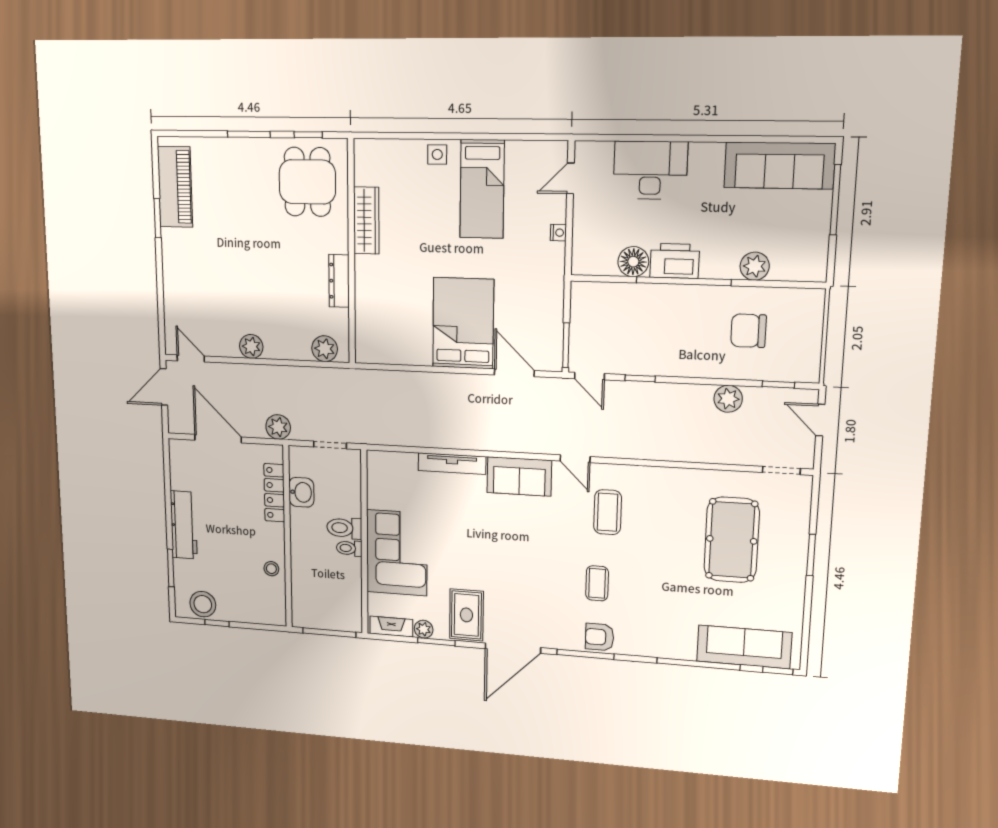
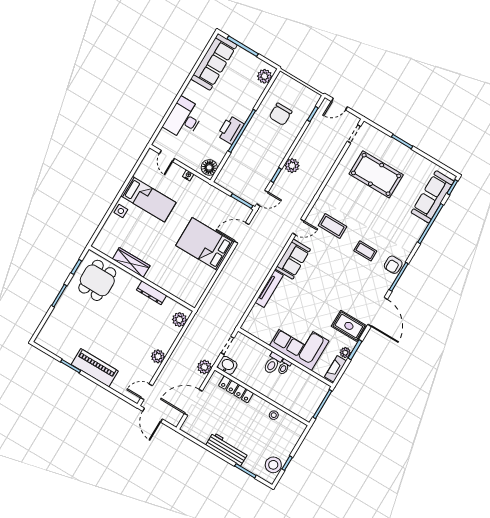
dining table: (307, 182) -> (97, 280), turned 90
piano: (175, 187) -> (95, 368), moved
floor lamp: (633, 262) -> (209, 167), moved
plant: (755, 266) -> (264, 76), moved
plant: (728, 399) -> (292, 166), moved
washbasin: (301, 492) -> (227, 365), moved

